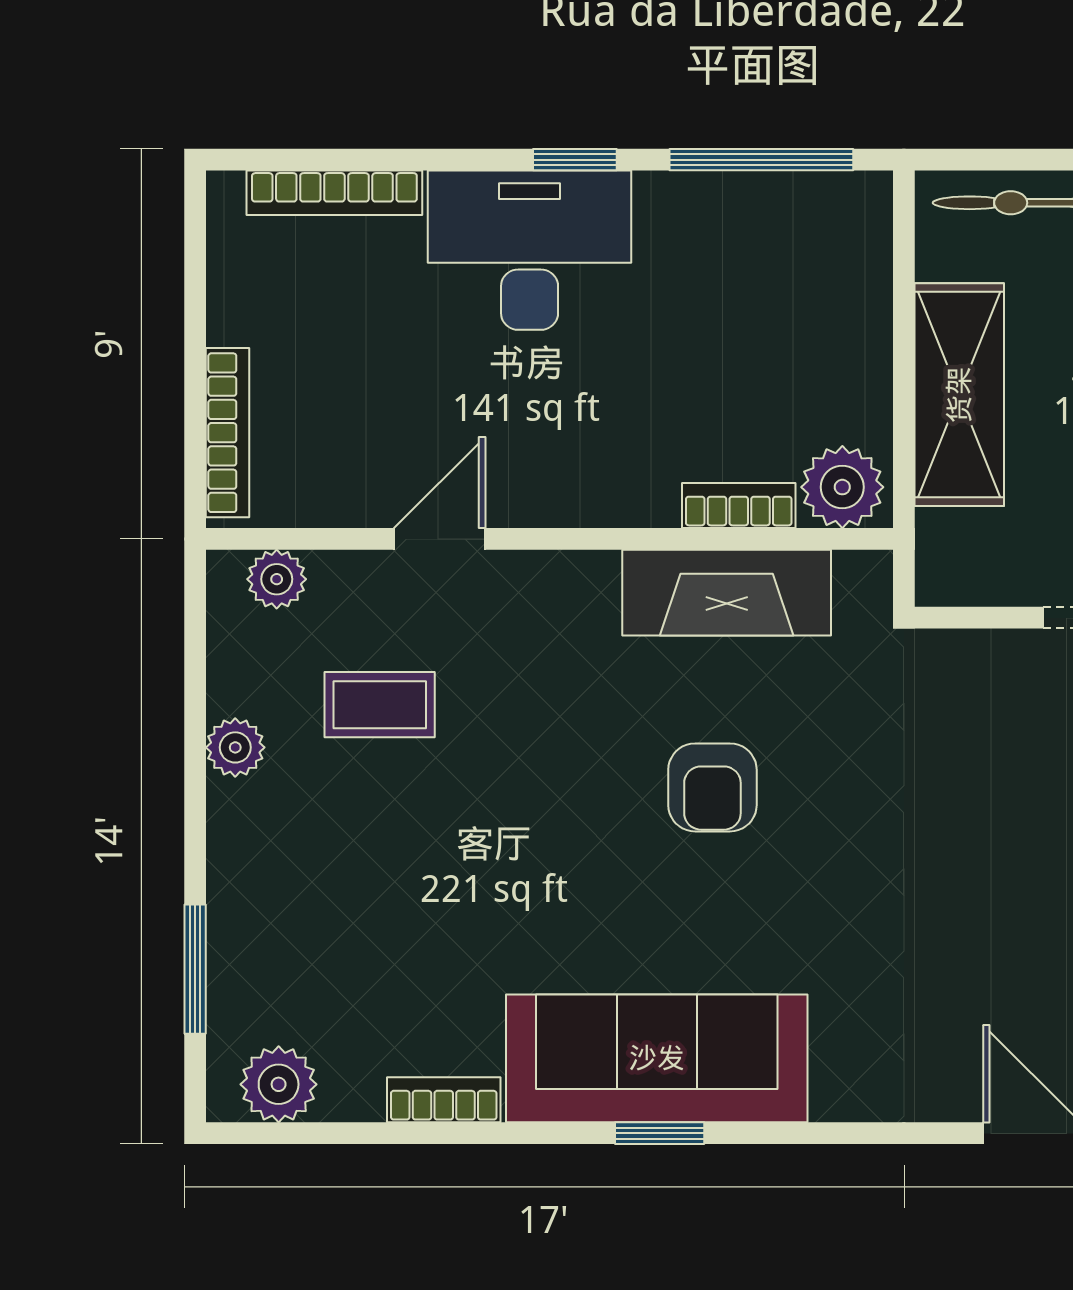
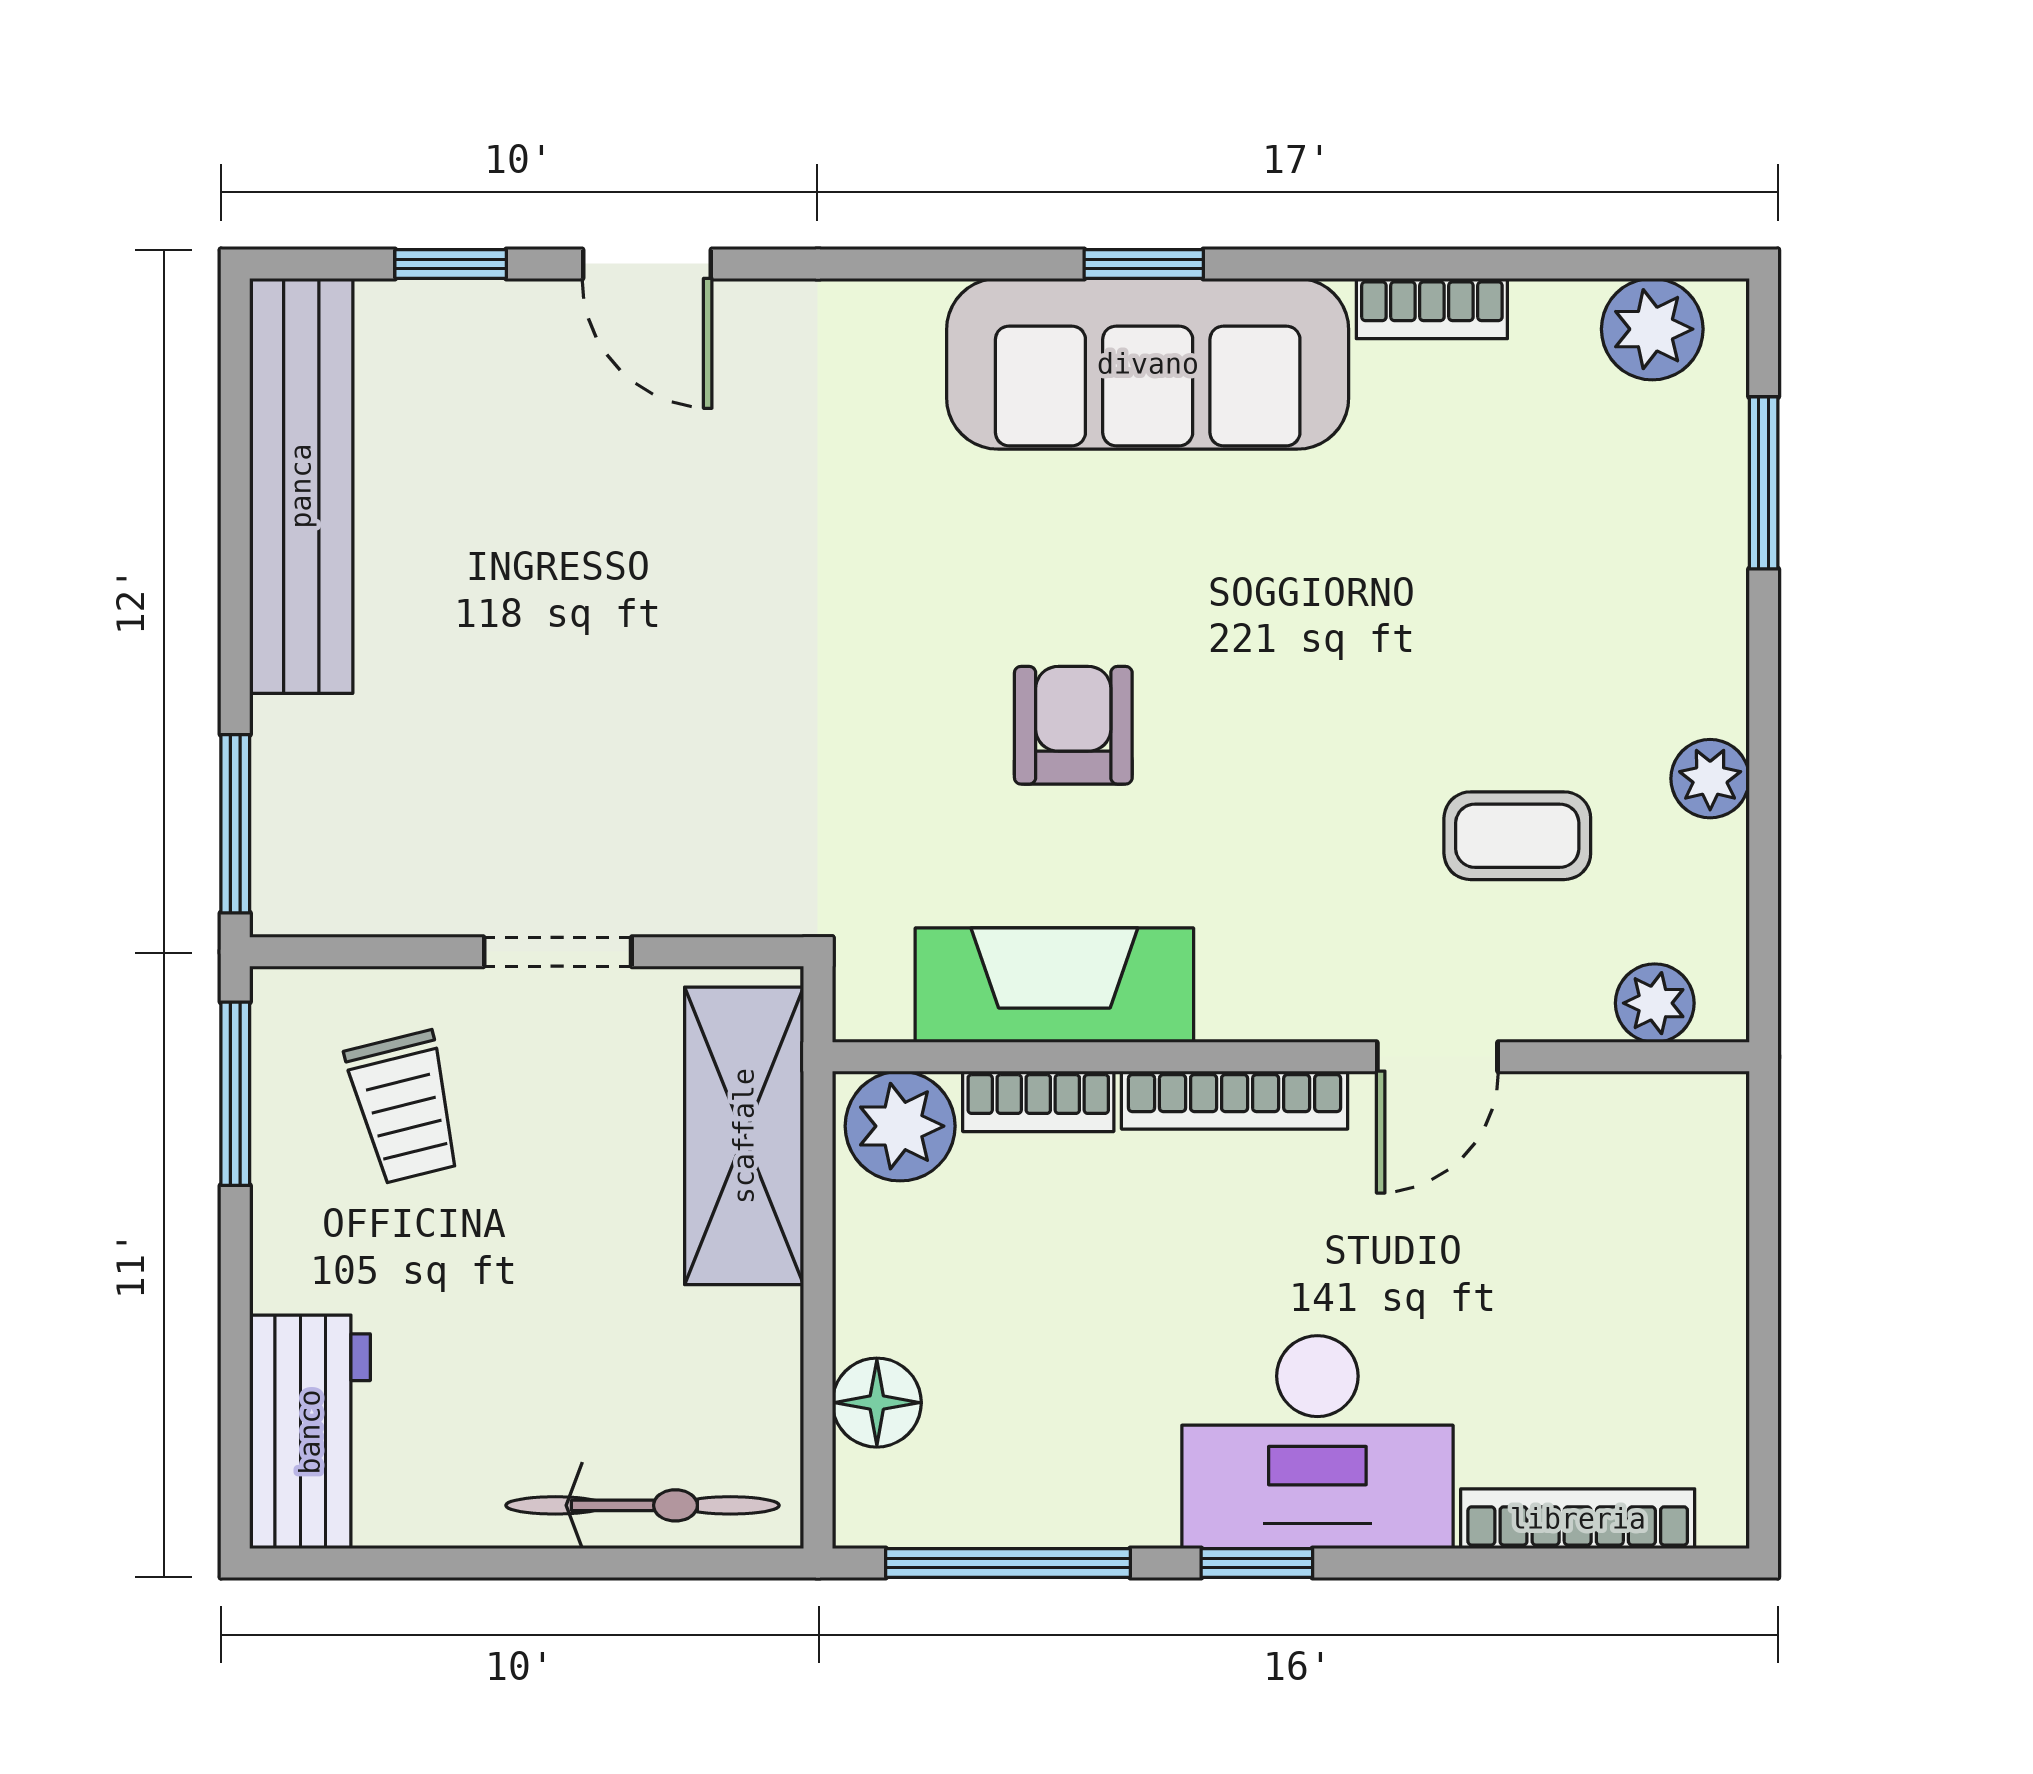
floor lamp: (860, 280) -> (877, 1403), added
shelving: (959, 395) -> (744, 1136), moved
bookcase: (228, 433) -> (1235, 1100), moved, turned -90

